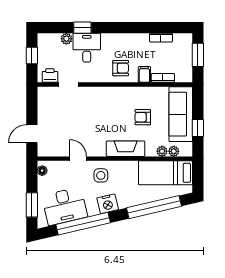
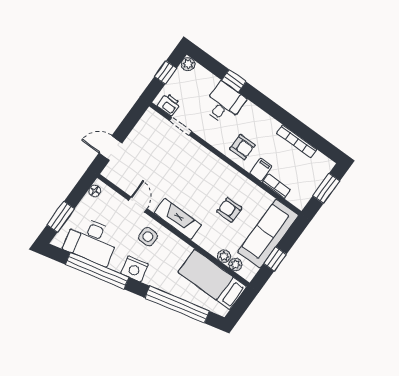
bookcase: (161, 38) -> (297, 141), width x1.56
plant: (66, 39) -> (188, 64), moved
fireplace: (126, 149) -> (178, 219), moved

